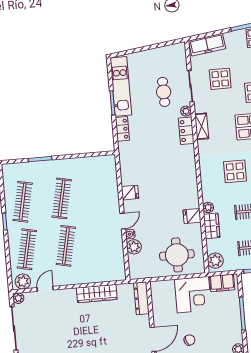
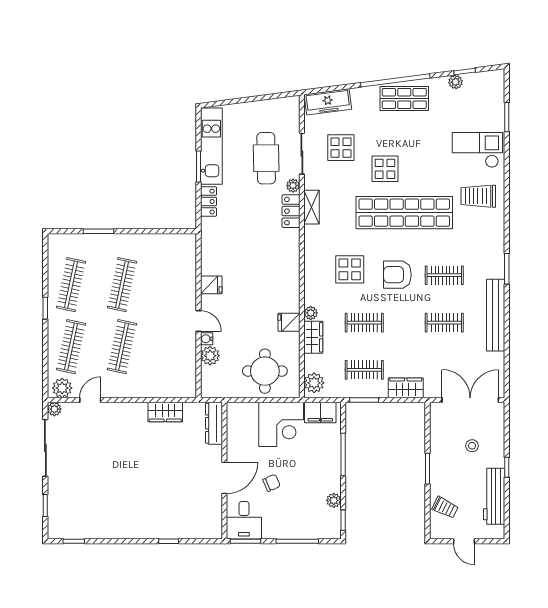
cafe table: (164, 92) -> (266, 158), width x1.37, depth x1.35
door: (123, 221) -> (199, 321), hinge flipped
wardrobe: (97, 294) -> (165, 412), width x0.67

